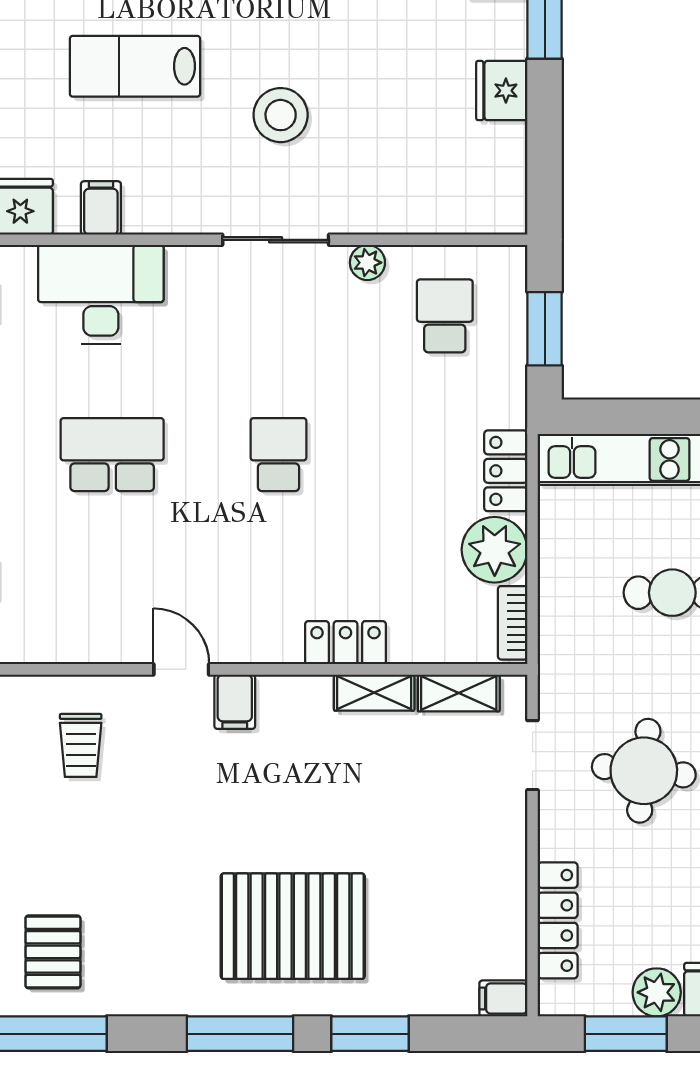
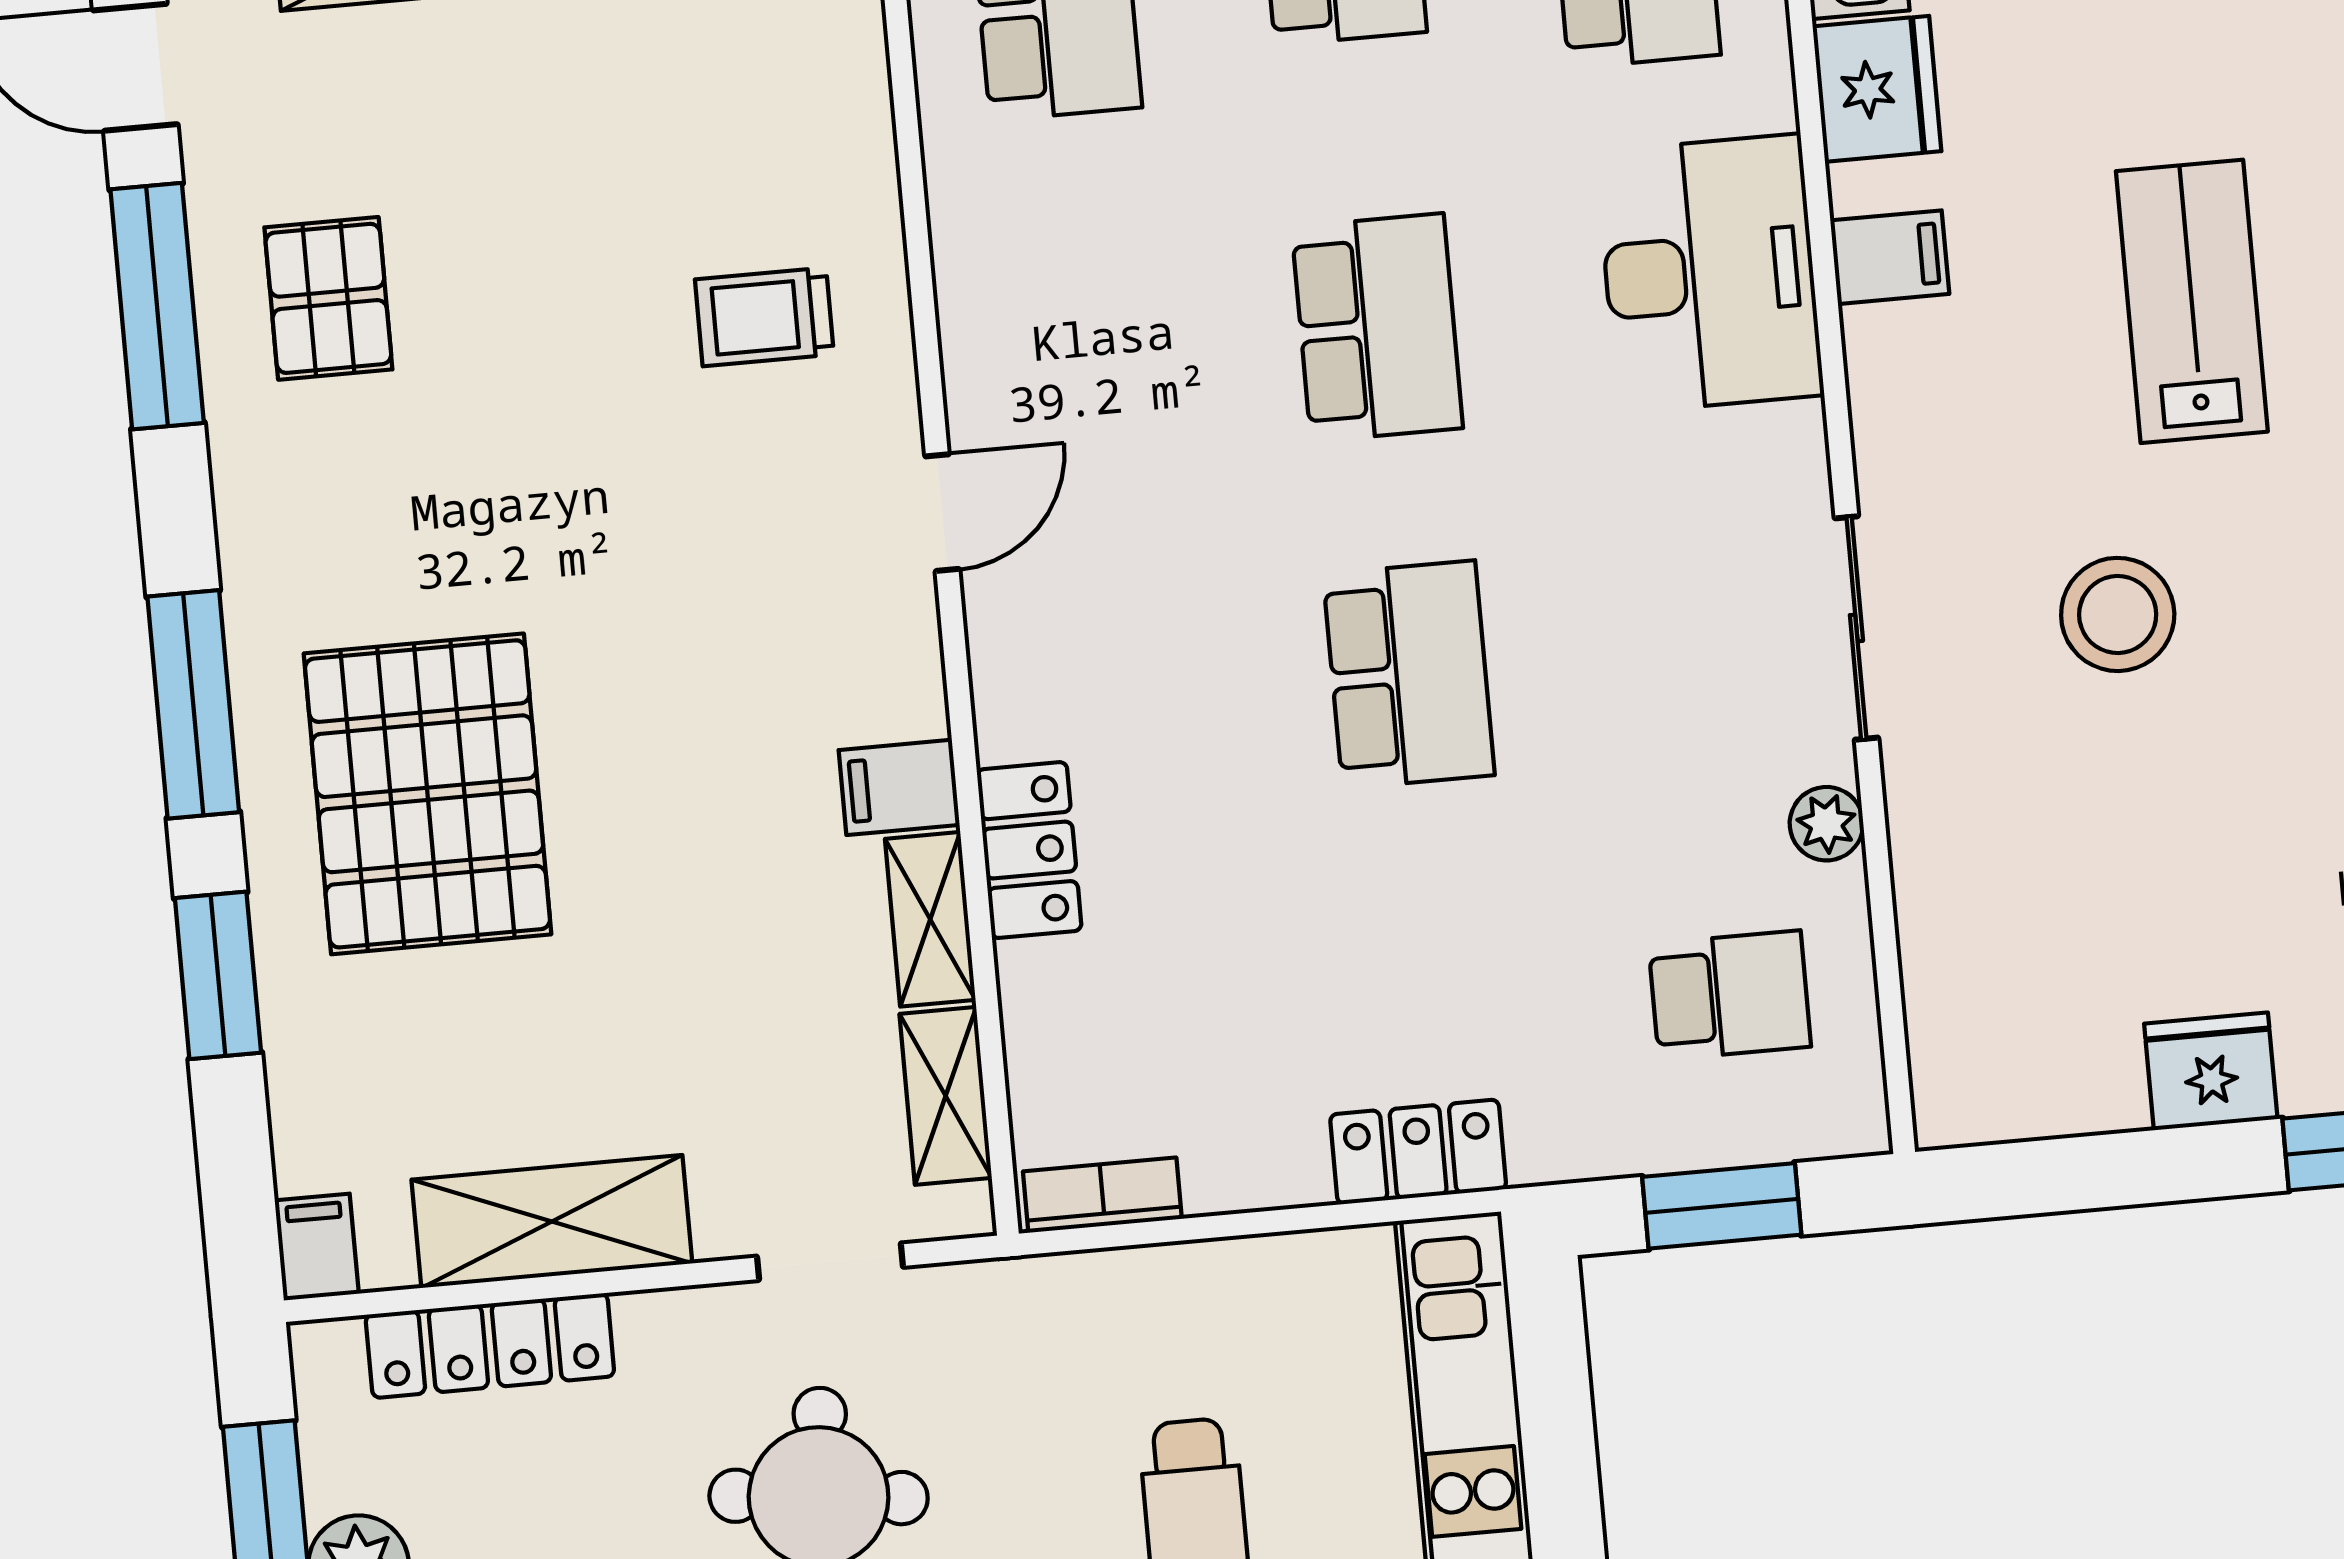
school desk: (278, 455) -> (1409, 675), width x1.85
plant: (495, 550) -> (1251, 1143), removed
filing cabinet: (235, 702) -> (899, 787), moved
shelving: (501, 886) -> (552, 1221), added
pallet: (53, 952) -> (328, 298), turned 90

